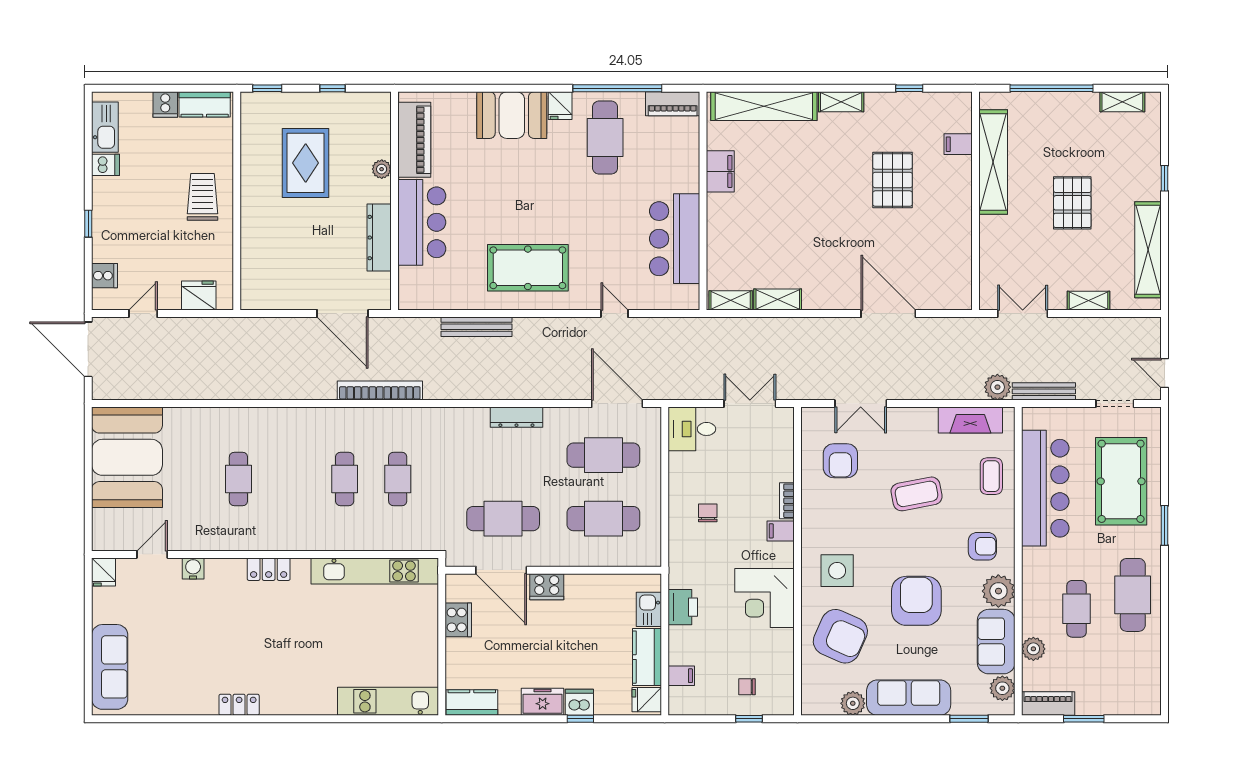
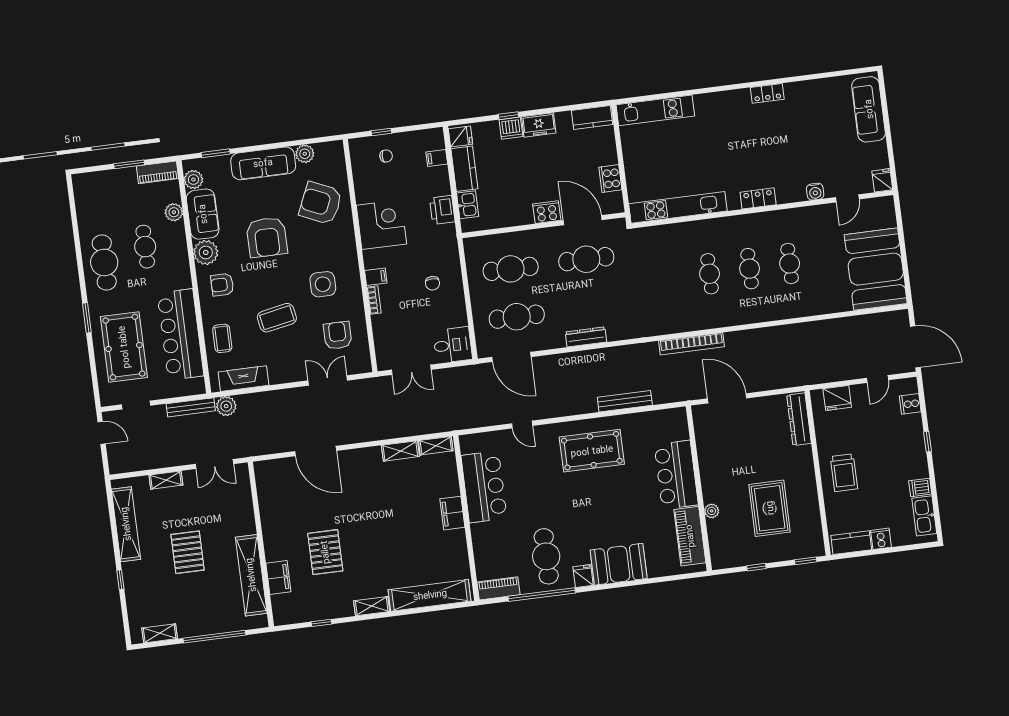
filing cabinet: (958, 144) -> (278, 578), width x2.00
filing cabinet: (720, 171) -> (452, 513), moved
dresser: (379, 238) -> (799, 419), moved, turned 180
cafe table: (398, 479) -> (750, 269), moved
side table: (837, 571) -> (323, 284), moved

